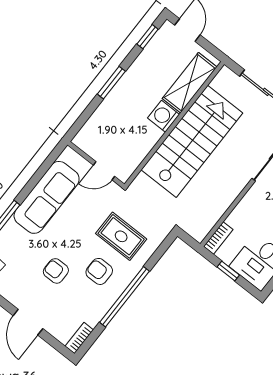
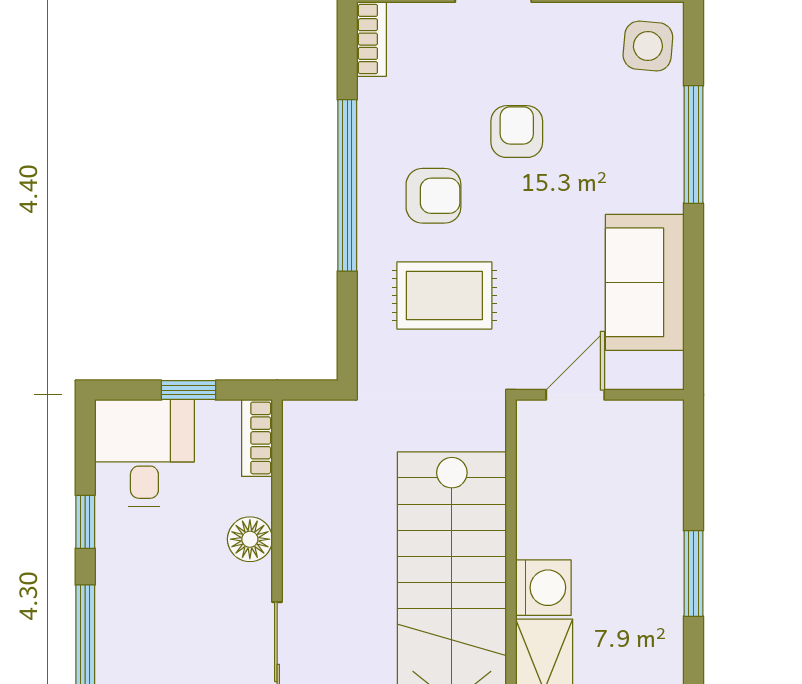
sofa: (47, 197) -> (645, 282), width x0.73
floor lamp: (246, 207) -> (250, 539), added
armchair: (56, 271) -> (517, 132), turned -90

